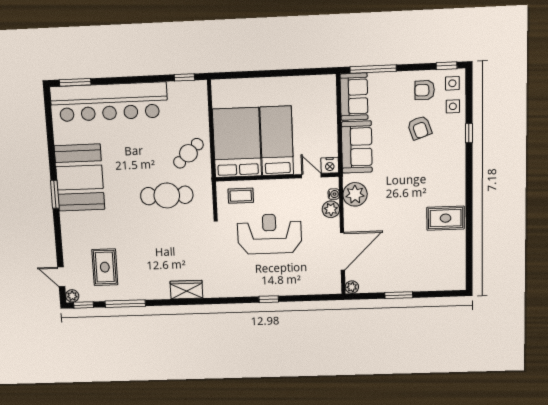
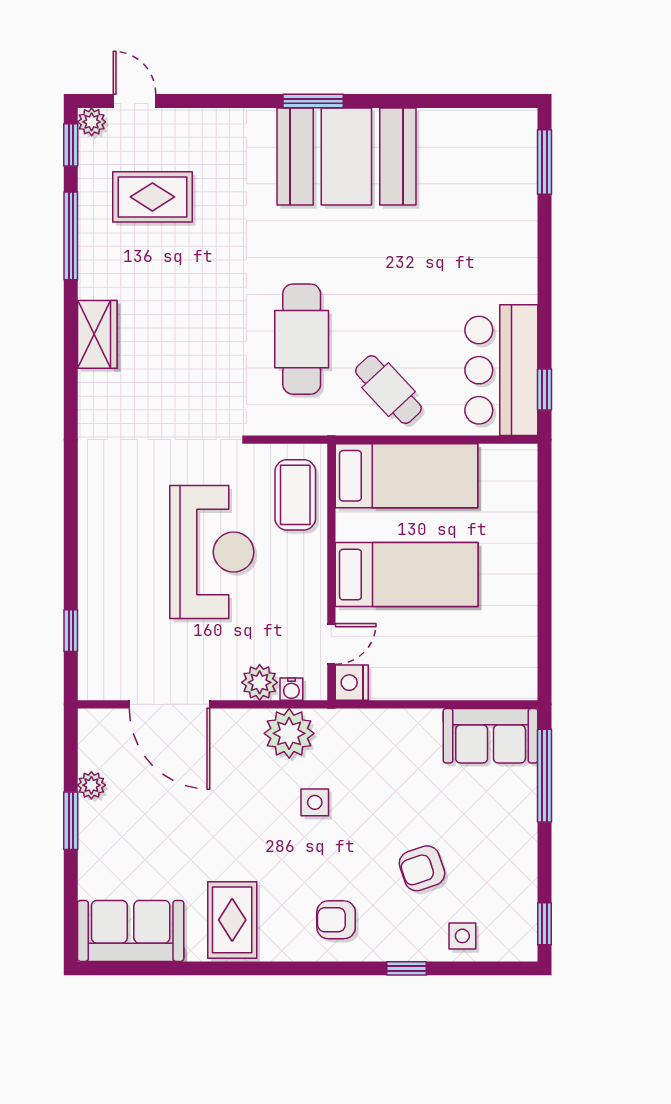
side table: (452, 83) -> (315, 802), moved
armchair: (425, 90) -> (336, 920), moved, turned -90
bar counter: (109, 102) -> (501, 370), moved, width x0.54
bed: (237, 143) -> (407, 476), width x0.67
sofa: (357, 147) -> (131, 931), moved, turned 180
coffee table: (241, 196) -> (295, 495), width x1.36, depth x1.30
door: (61, 277) -> (135, 101), hinge flipped
plant: (352, 287) -> (91, 785), moved
wardrobe: (186, 290) -> (97, 334), moved
window: (269, 299) -> (71, 631), moved

